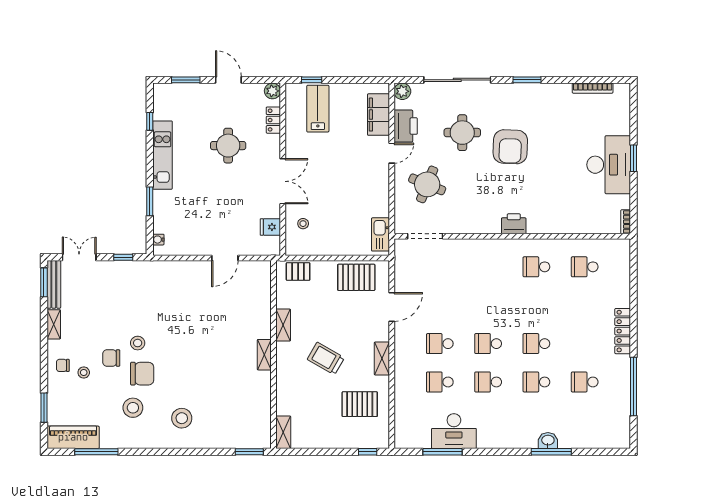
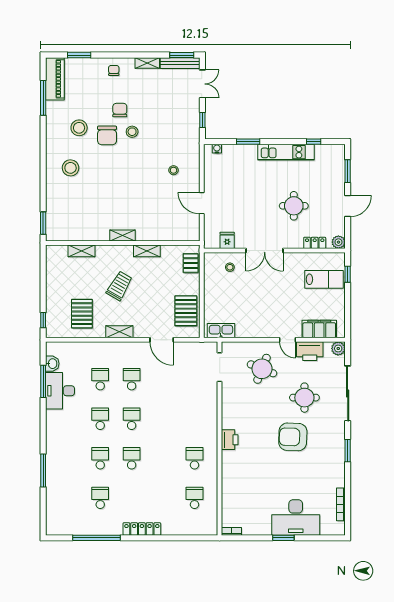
desk: (609, 165) -> (296, 518), moved
stool: (84, 373) -> (174, 170), moved
shelving: (283, 432) -> (82, 251), moved
washbasin: (548, 441) -> (52, 364), moved

